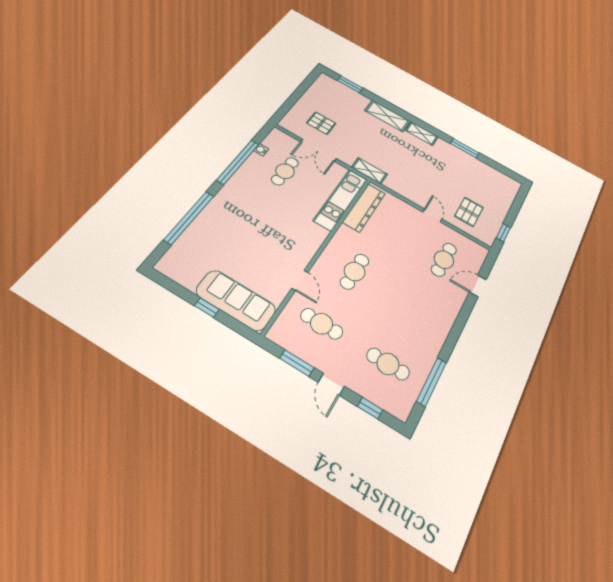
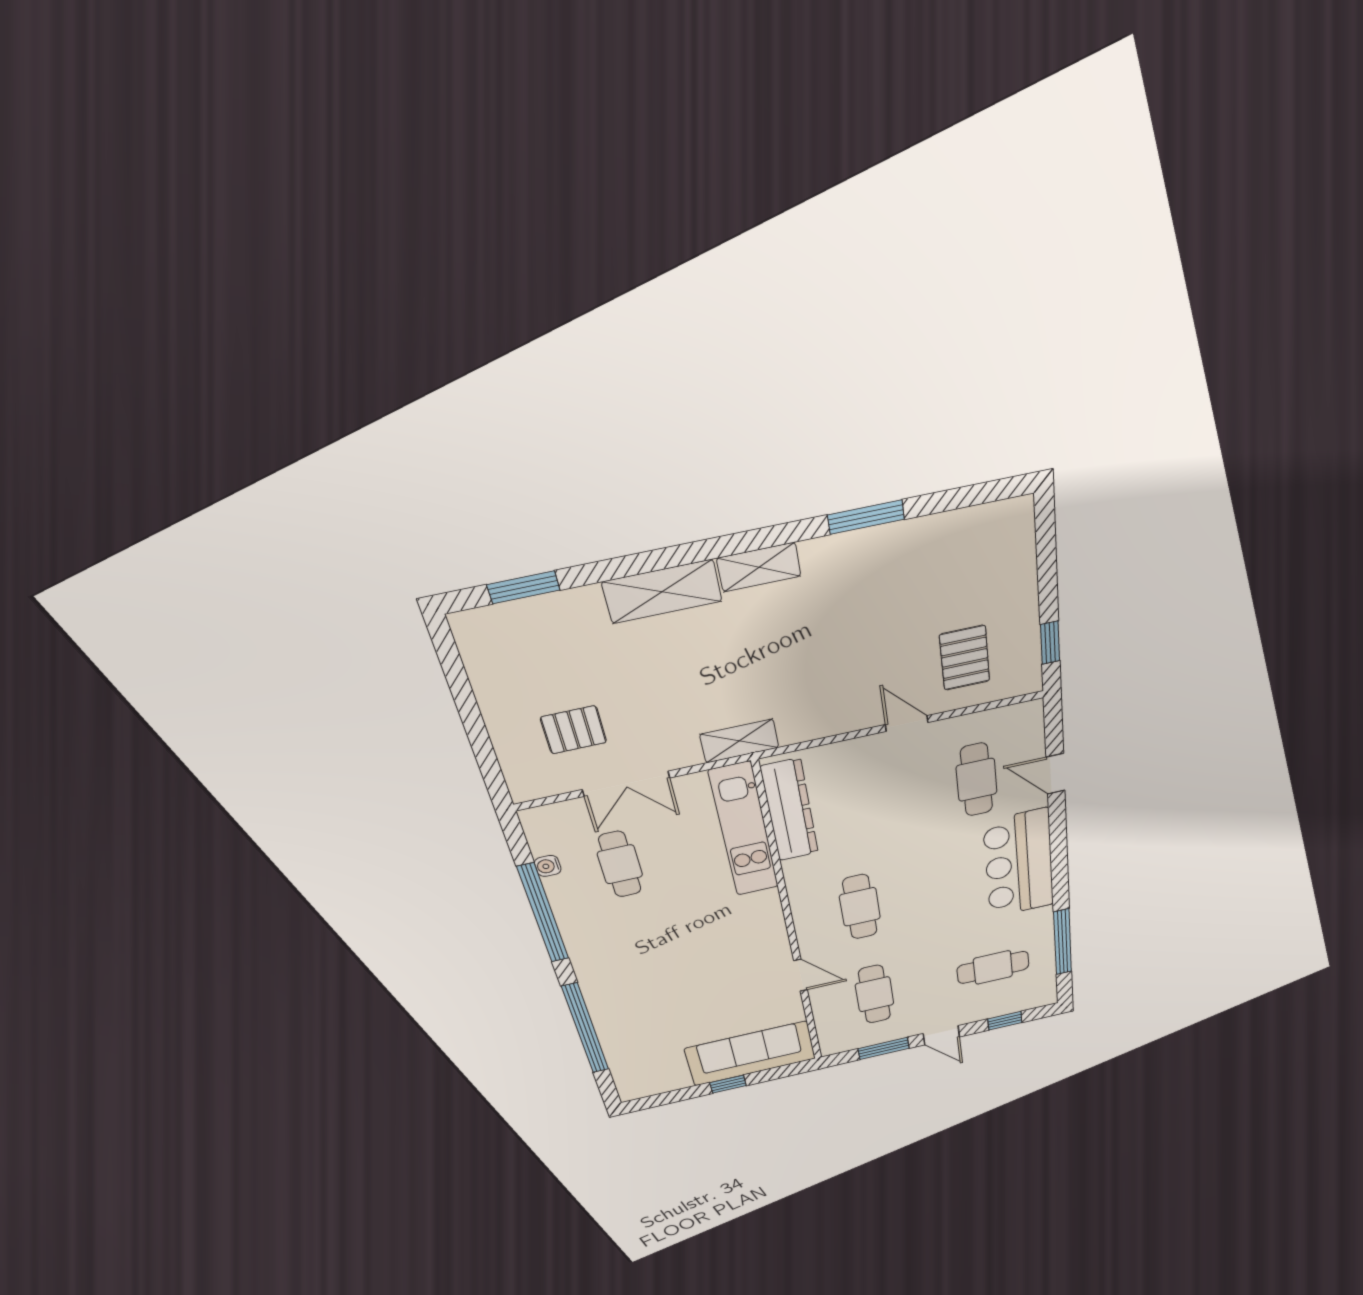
door: (478, 286) -> (1056, 774), hinge flipped
bar counter: (437, 315) -> (1019, 864), added
cafe table: (322, 324) -> (875, 994), turned 90

